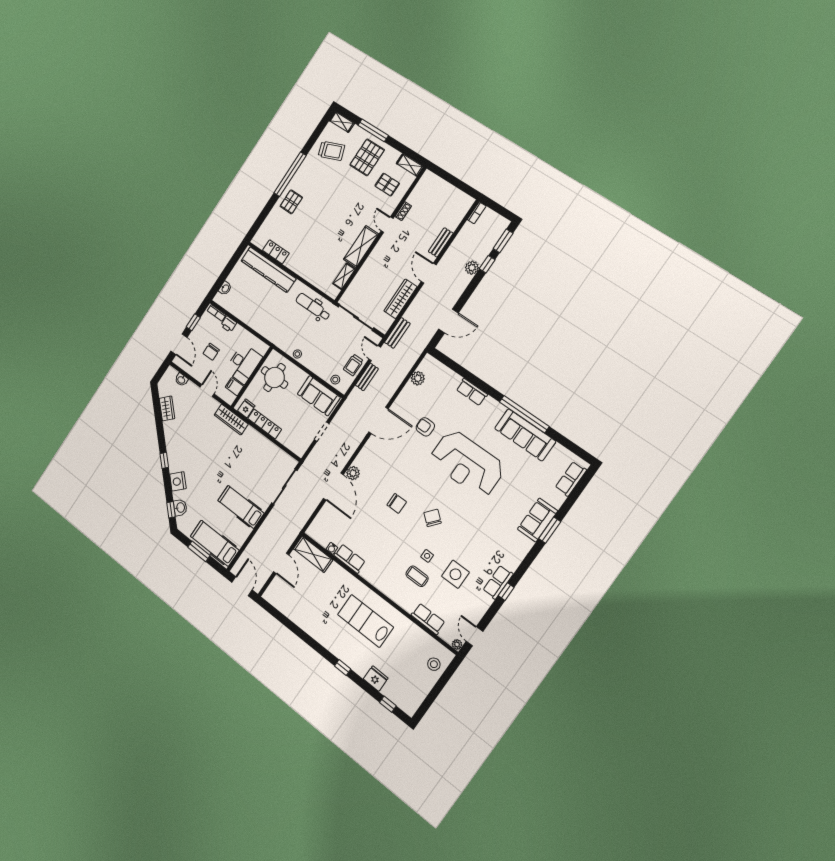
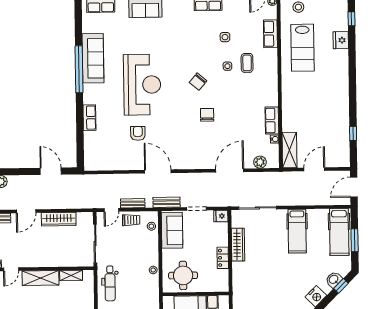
bench: (397, 333) -> (167, 202), moved
plant: (418, 378) -> (107, 164), removed
fridge: (246, 408) -> (221, 216), moved
wardrobe: (231, 420) -> (238, 245), moved
locker: (265, 424) -> (223, 258), width x0.66
armchair: (425, 427) -> (138, 133), turned 180
plant: (353, 473) -> (260, 162), moved
side table: (455, 574) -> (225, 37), width x0.54, depth x0.54
lab bench: (365, 621) -> (302, 48), moved
window: (343, 668) -> (353, 134), moved

